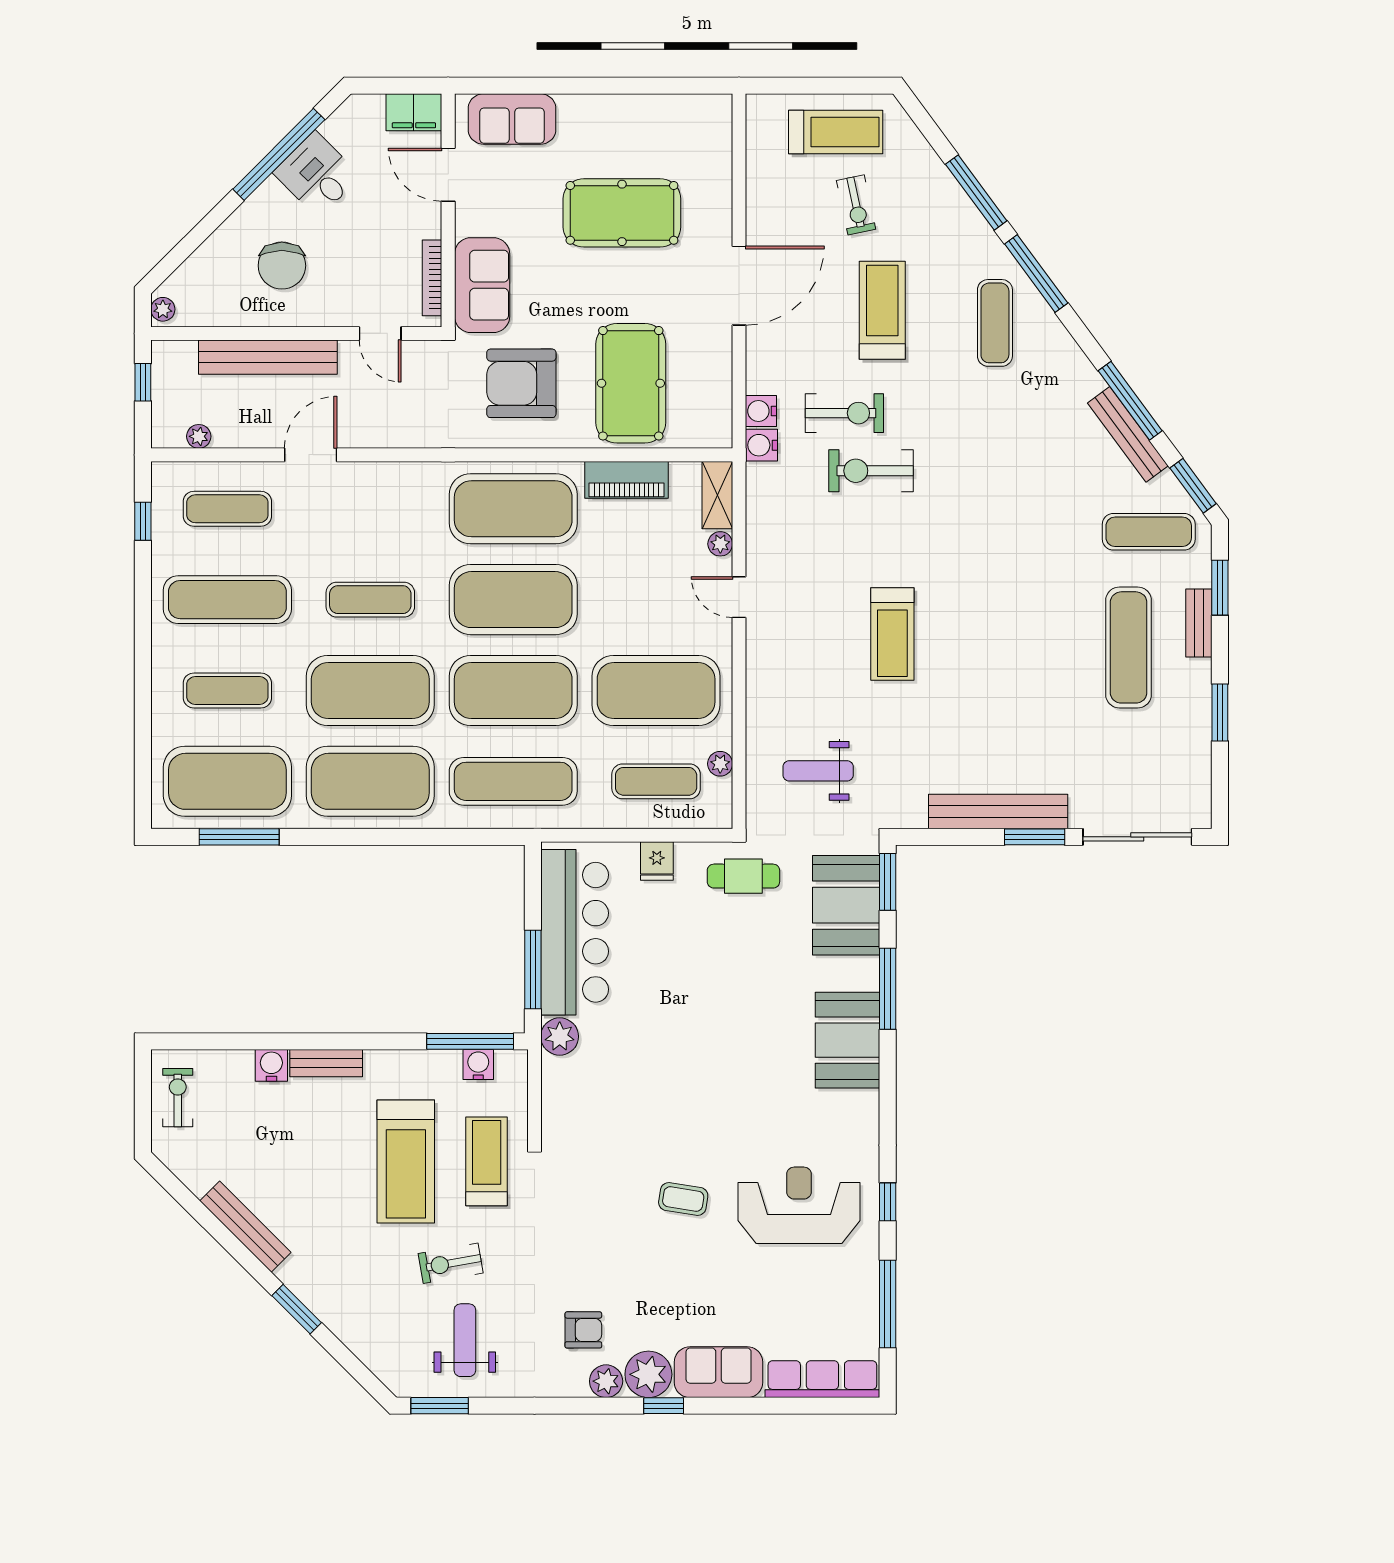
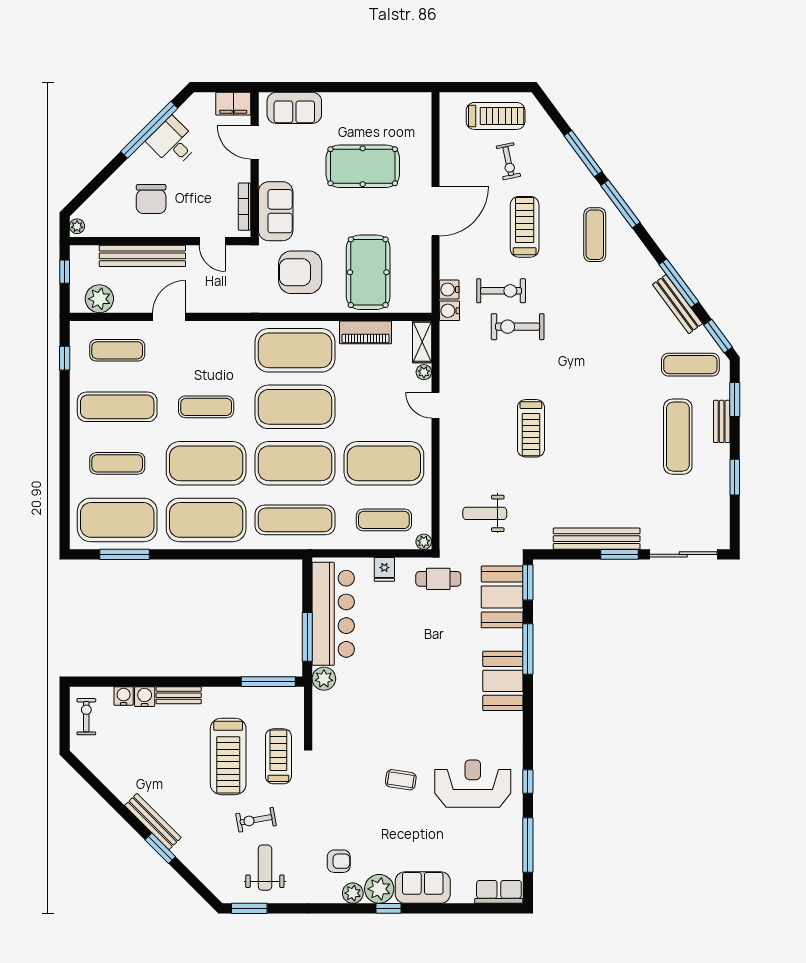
plant: (199, 436) -> (99, 299), width x1.88, depth x1.88
plant: (720, 764) -> (424, 542), moved
water cooler: (478, 1064) -> (124, 696), moved
bench: (245, 1227) -> (153, 821), moved
row of seats: (822, 1379) -> (499, 892), width x0.68

